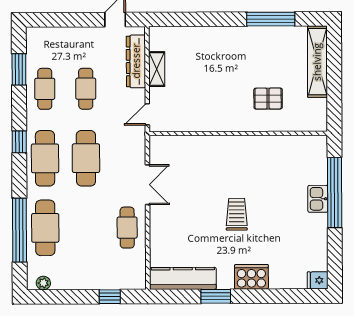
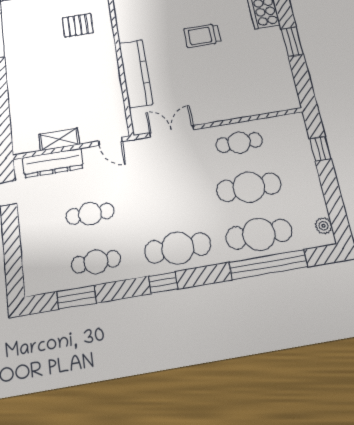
pallet: (268, 99) -> (78, 25), turned 90
cafe table: (86, 158) -> (249, 187), moved
double door: (148, 185) -> (172, 131), moved
kitchen counter: (183, 278) -> (136, 73), moved, turned 180

